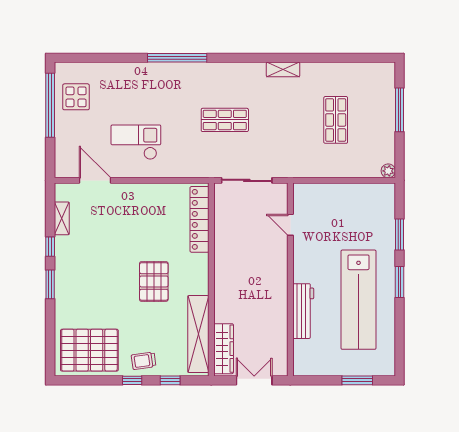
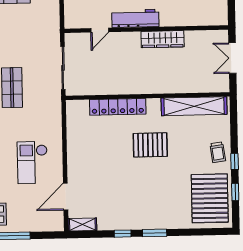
shelving: (62, 218) -> (82, 225), moved
locker: (199, 219) -> (118, 107), moved
workbench: (303, 311) -> (135, 18), moved
wardrobe: (224, 349) -> (163, 39), moved, turned 180
window: (170, 380) -> (235, 192), moved

